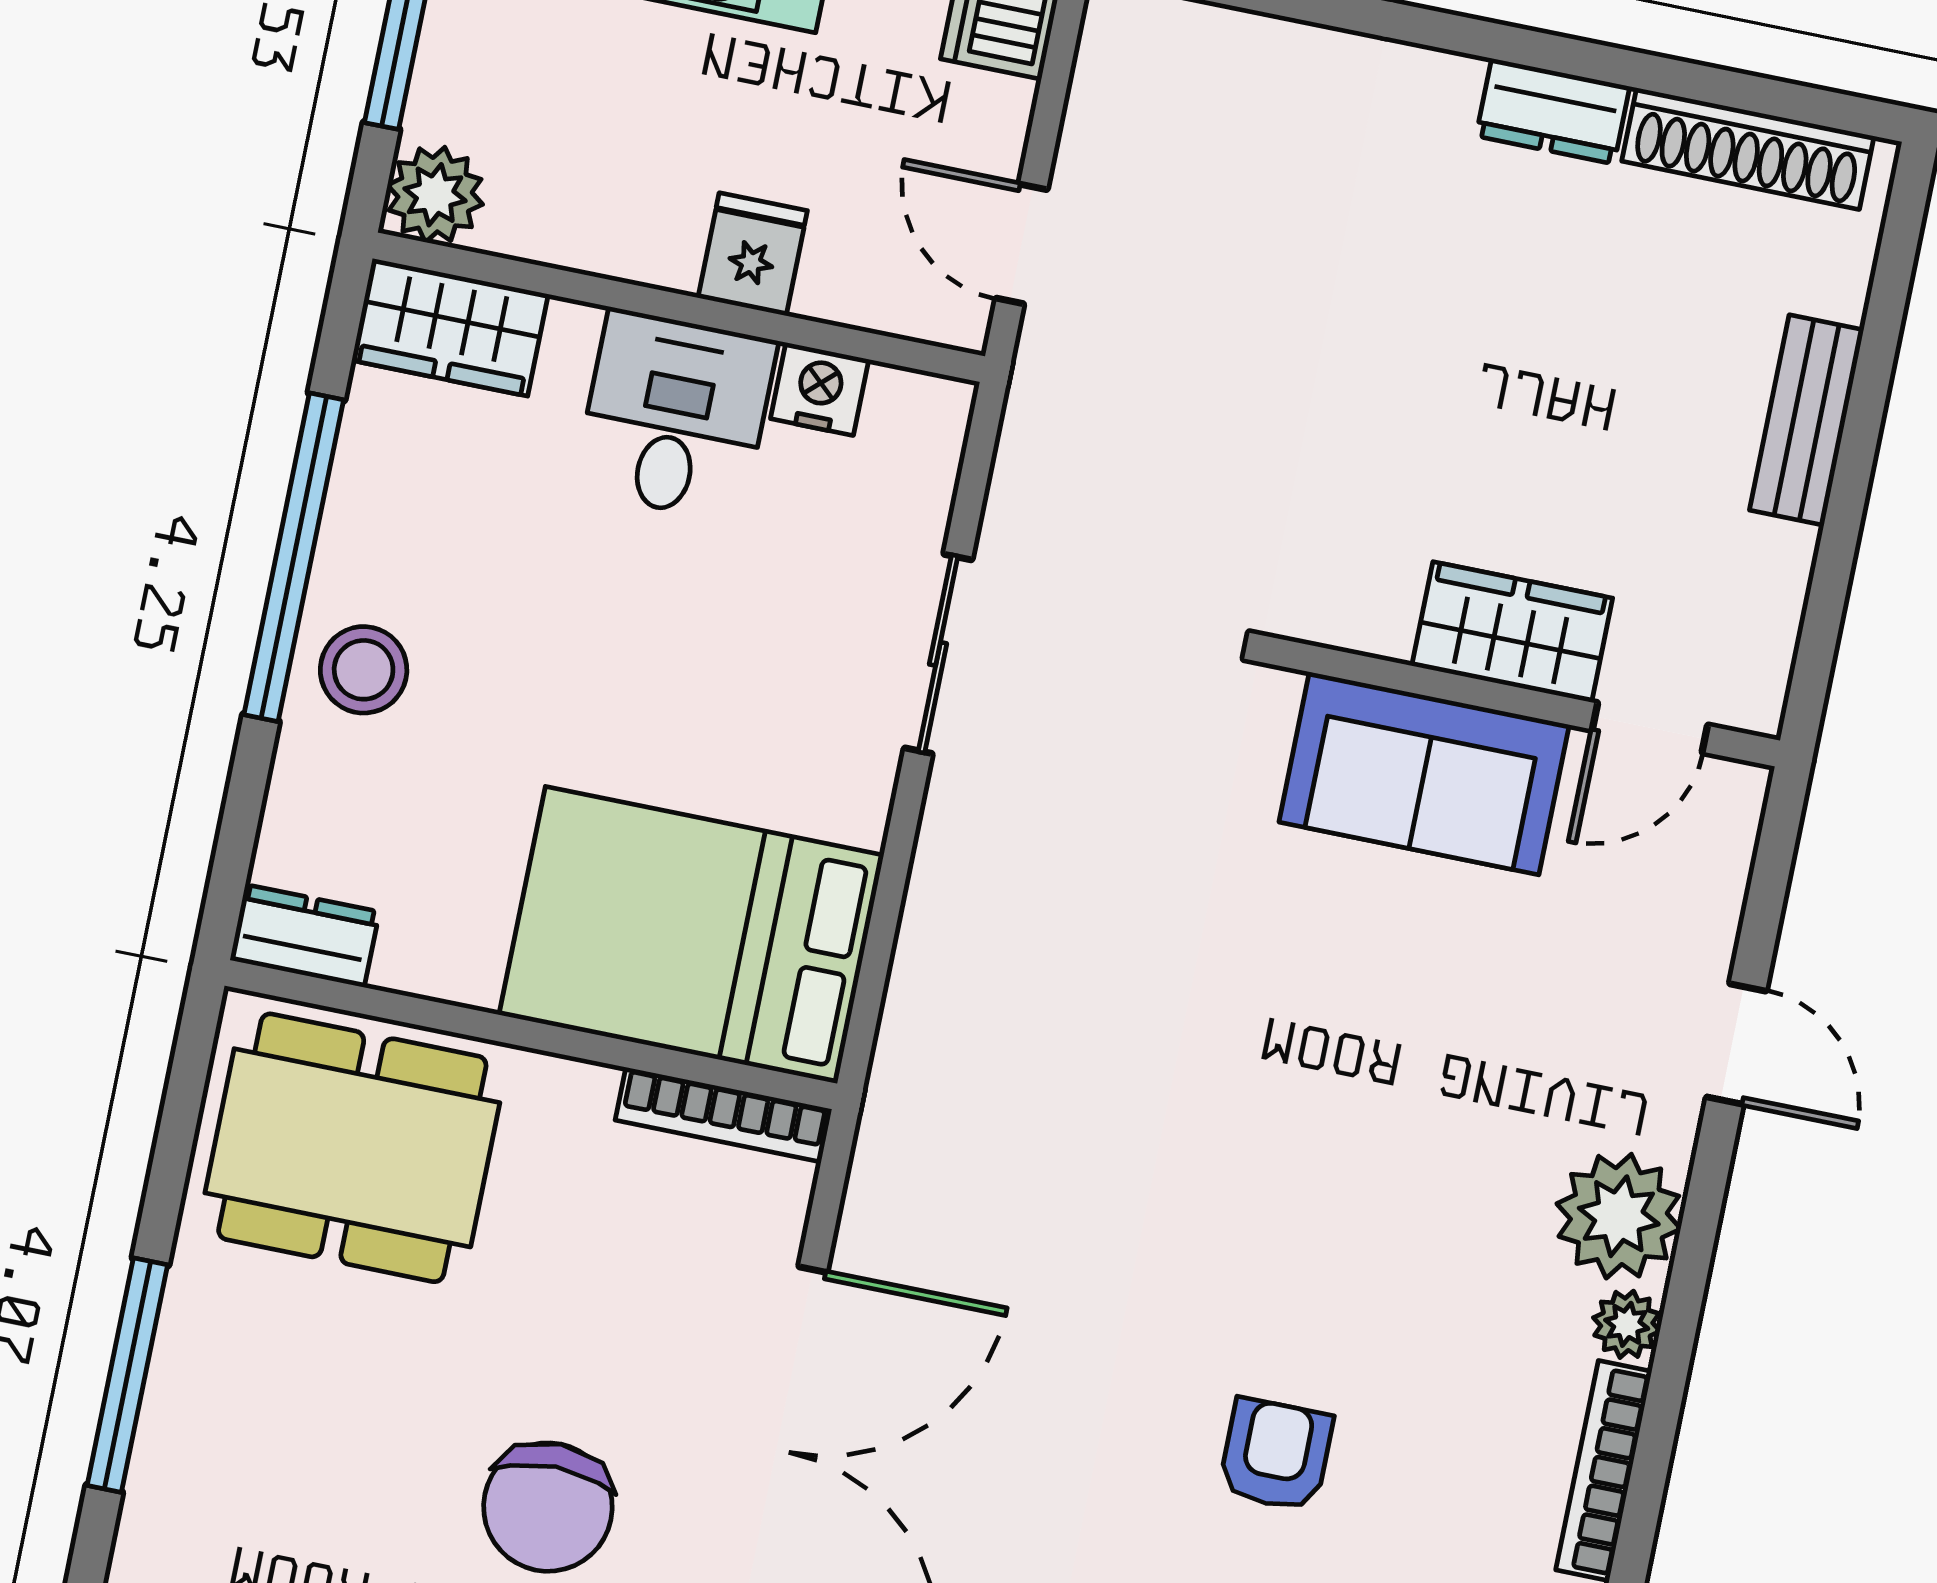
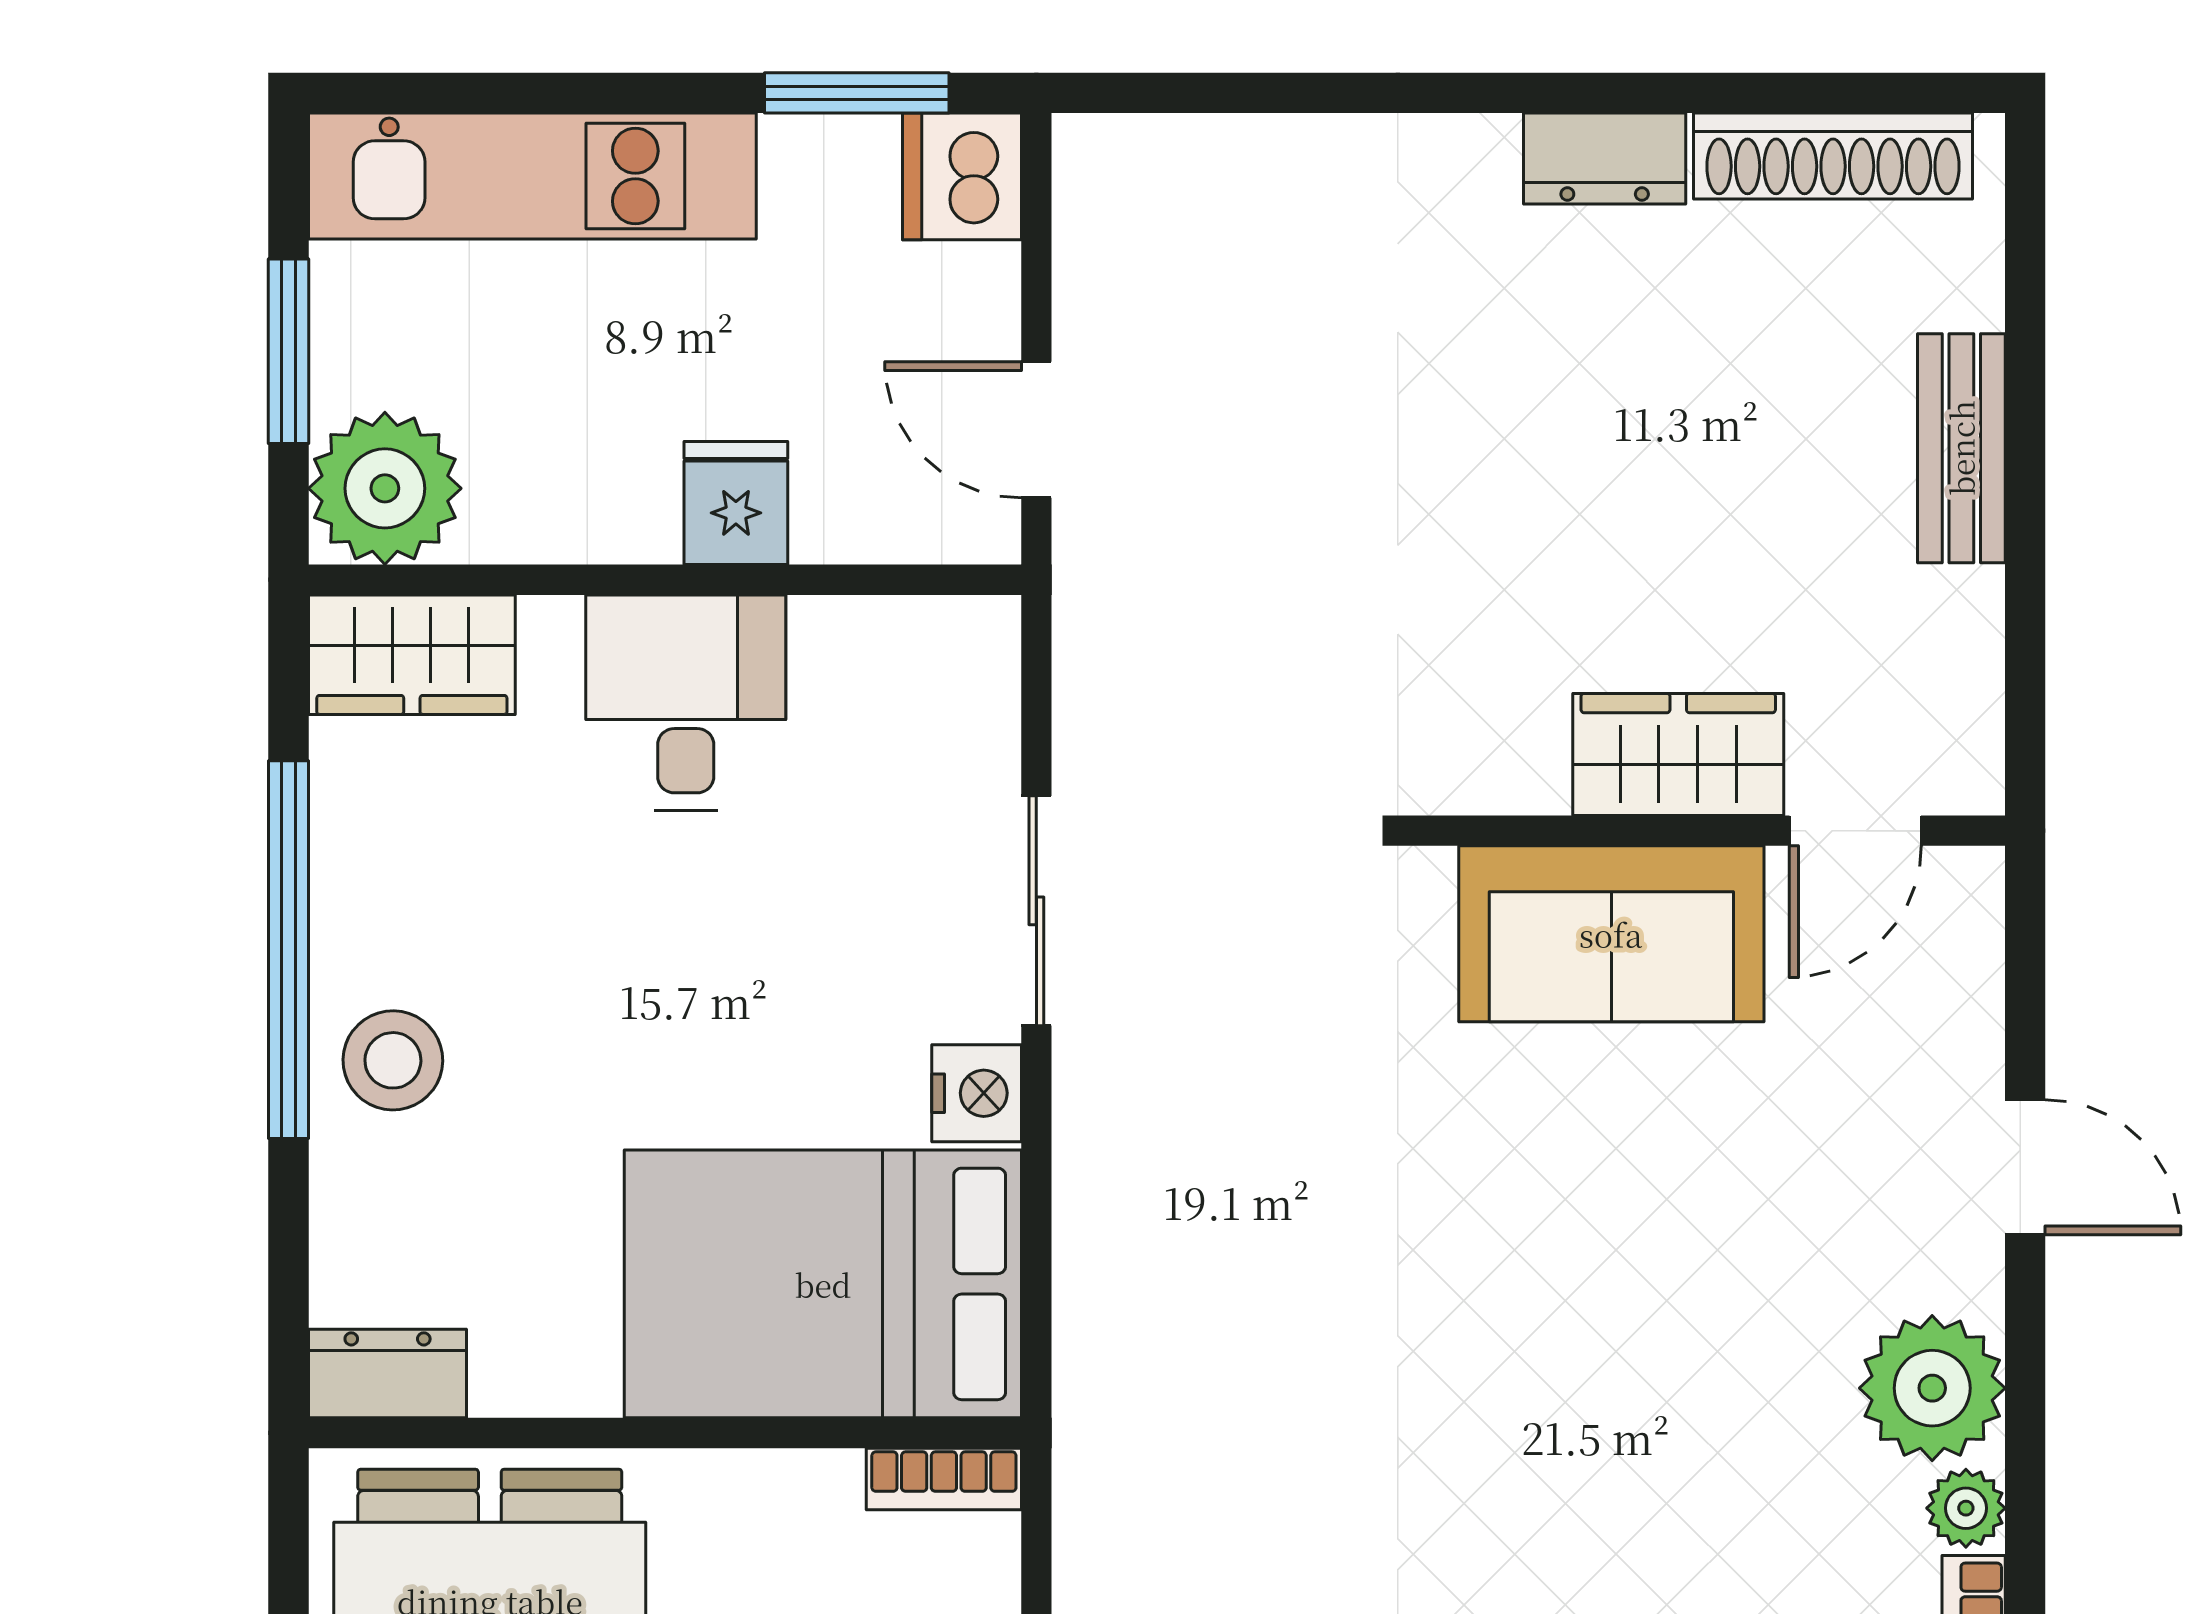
plant: (435, 195) -> (385, 488), width x1.36, depth x1.36
nightstand: (820, 389) -> (977, 1093), moved, turned 90
bookcase: (724, 1115) -> (944, 1479), width x0.64

